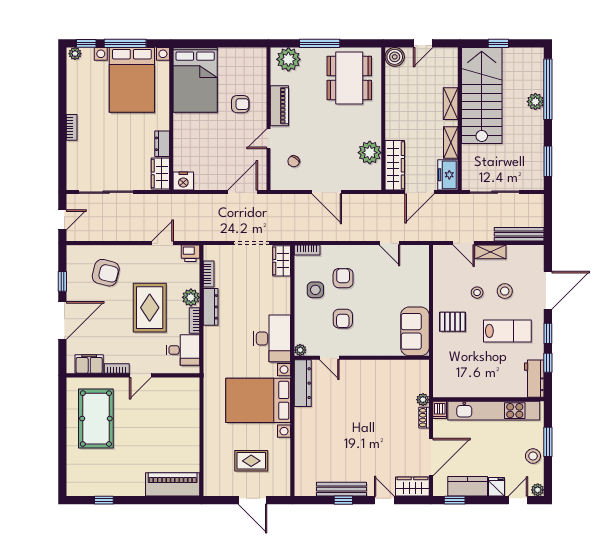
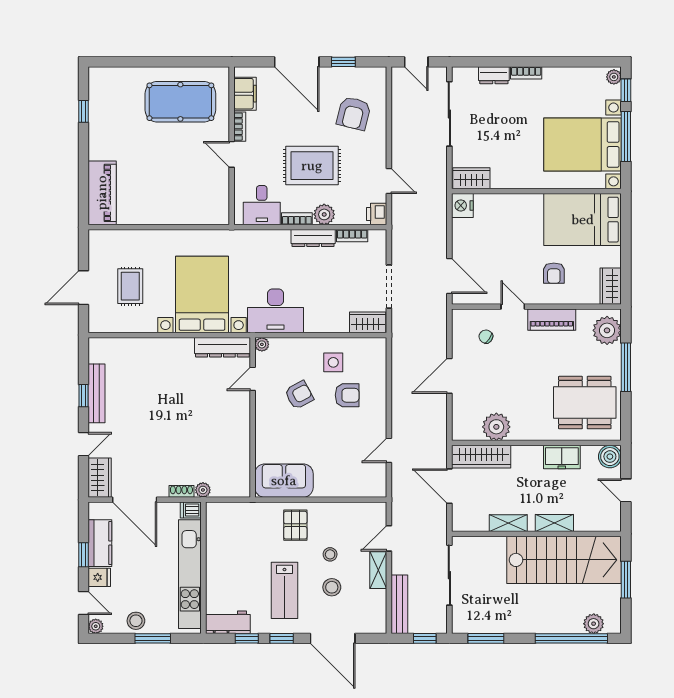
window: (498, 43) -> (626, 580), width x1.50
wardrobe: (251, 56) -> (611, 286), added
plant: (535, 102) -> (594, 624), moved
dresser: (162, 144) -> (494, 75), moved, turned 180
freezer: (448, 175) -> (562, 457), moved, turned 180
window: (548, 213) -> (425, 638), added
bookcase: (307, 250) -> (380, 353), removed
armchair: (343, 319) -> (299, 395), turned 152
window: (455, 500) -> (84, 555), moved

